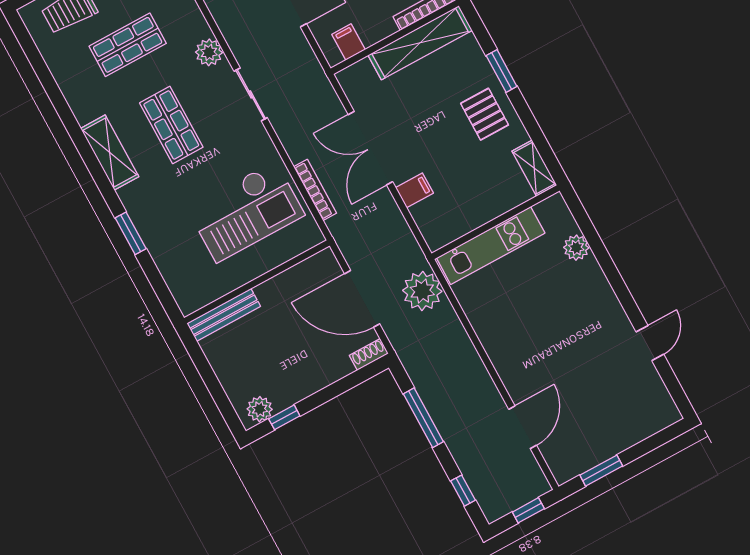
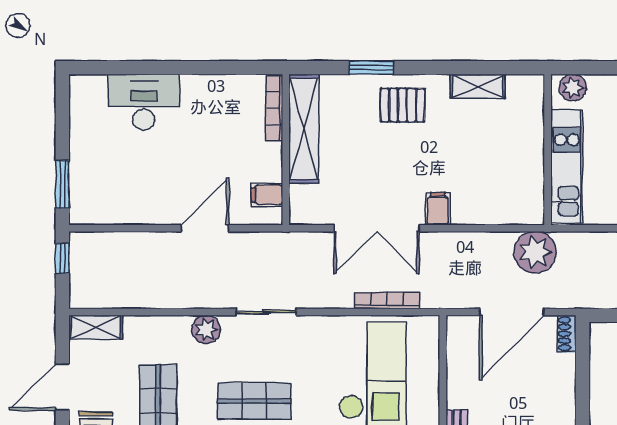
wall: (496, 222) -> (548, 150), moved
kitchen unit: (491, 246) -> (567, 166), moved

